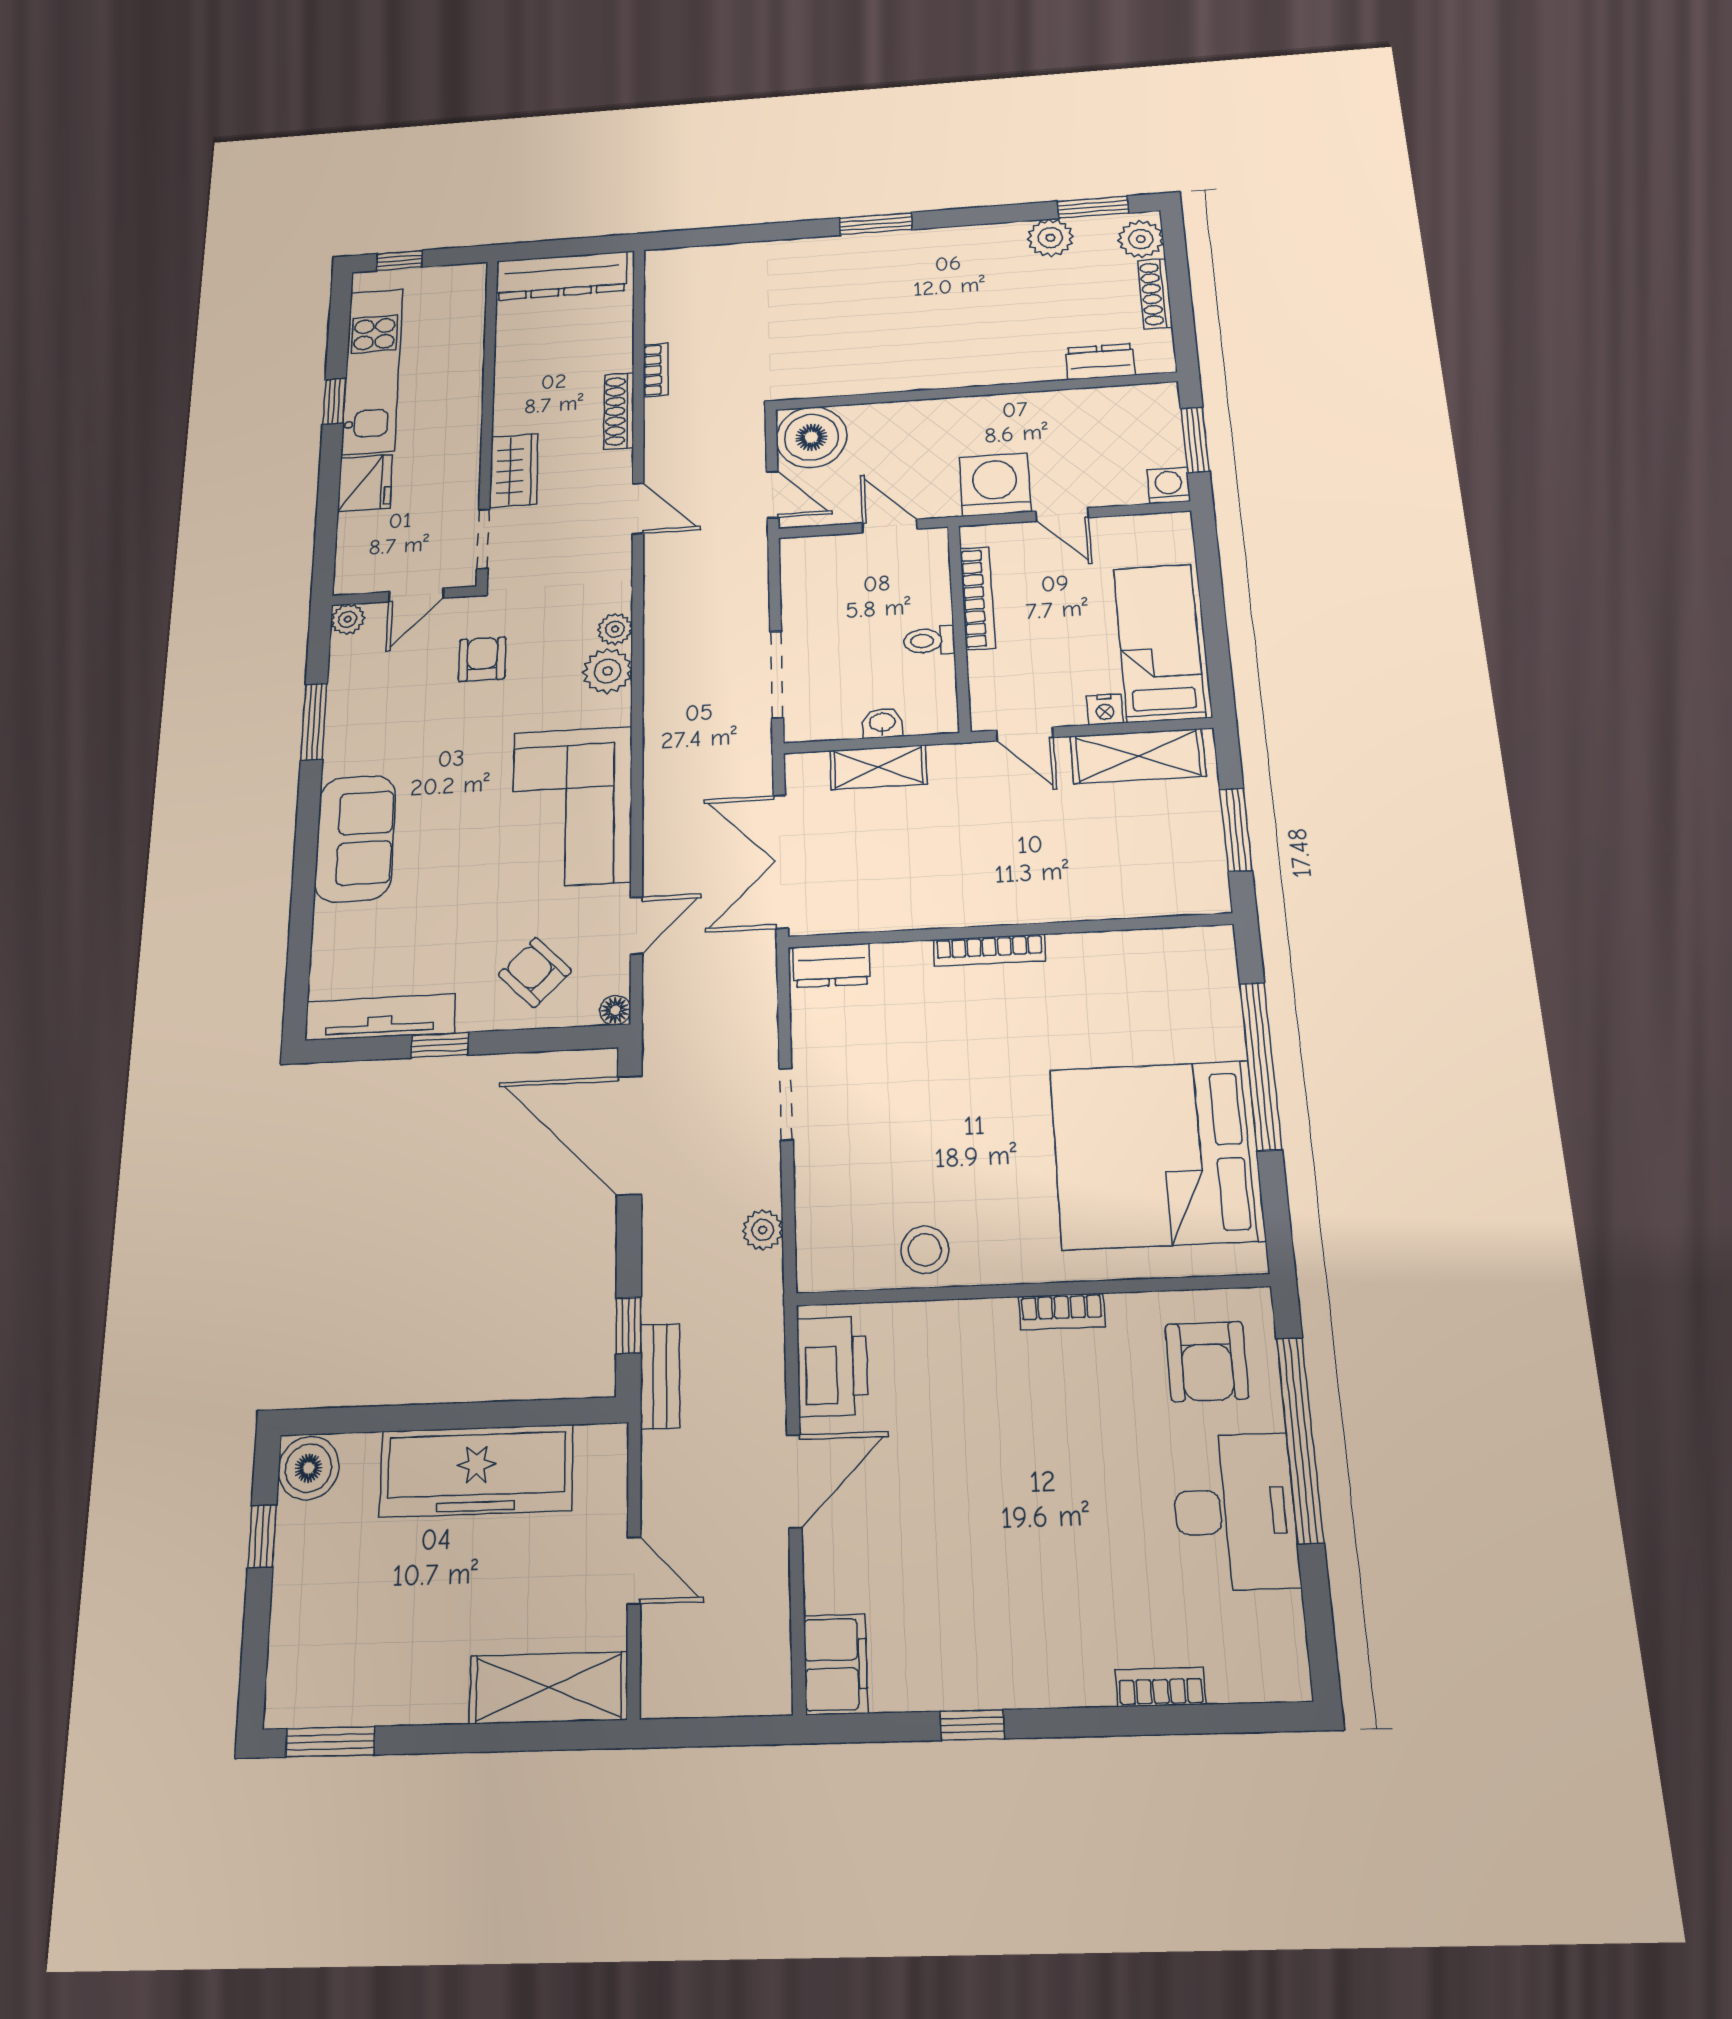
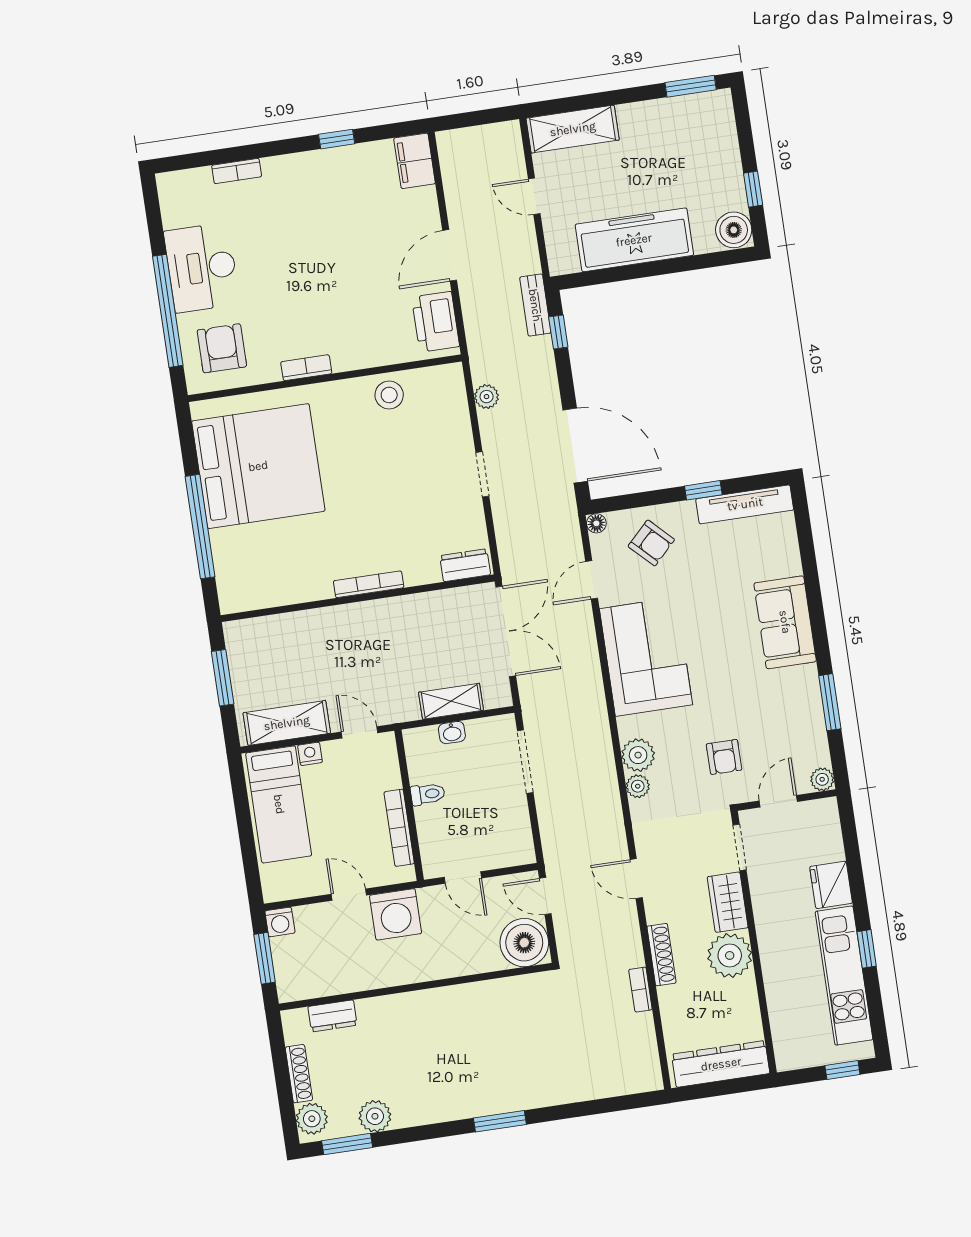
plant: (524, 404) -> (730, 955), added

